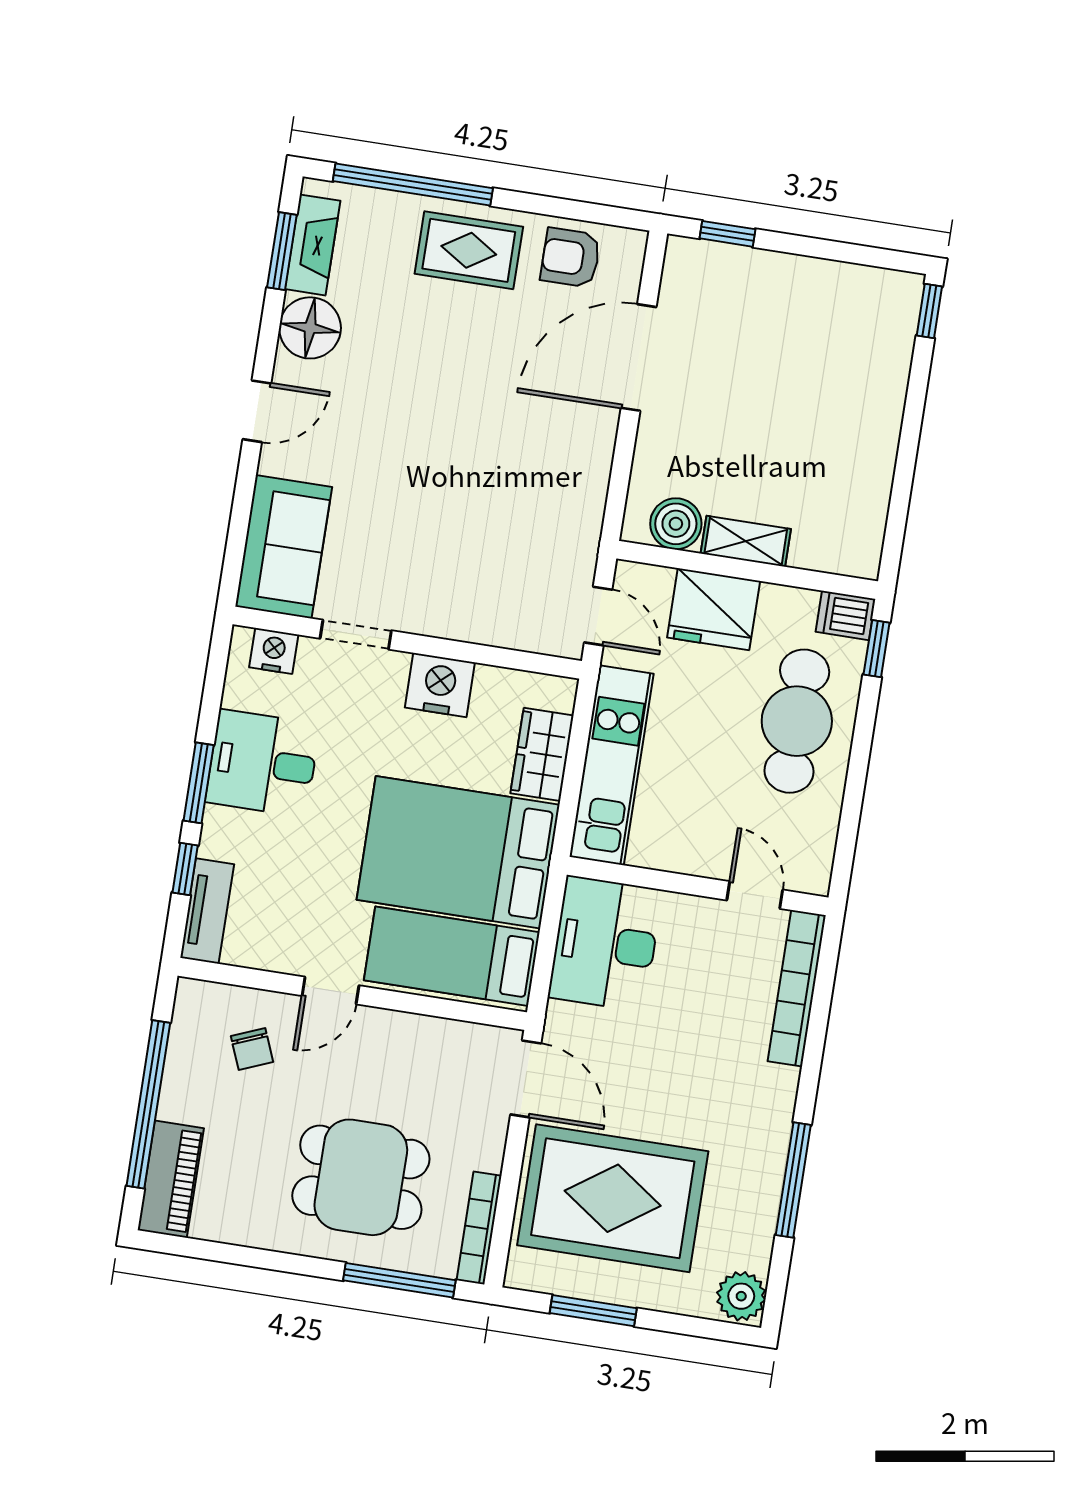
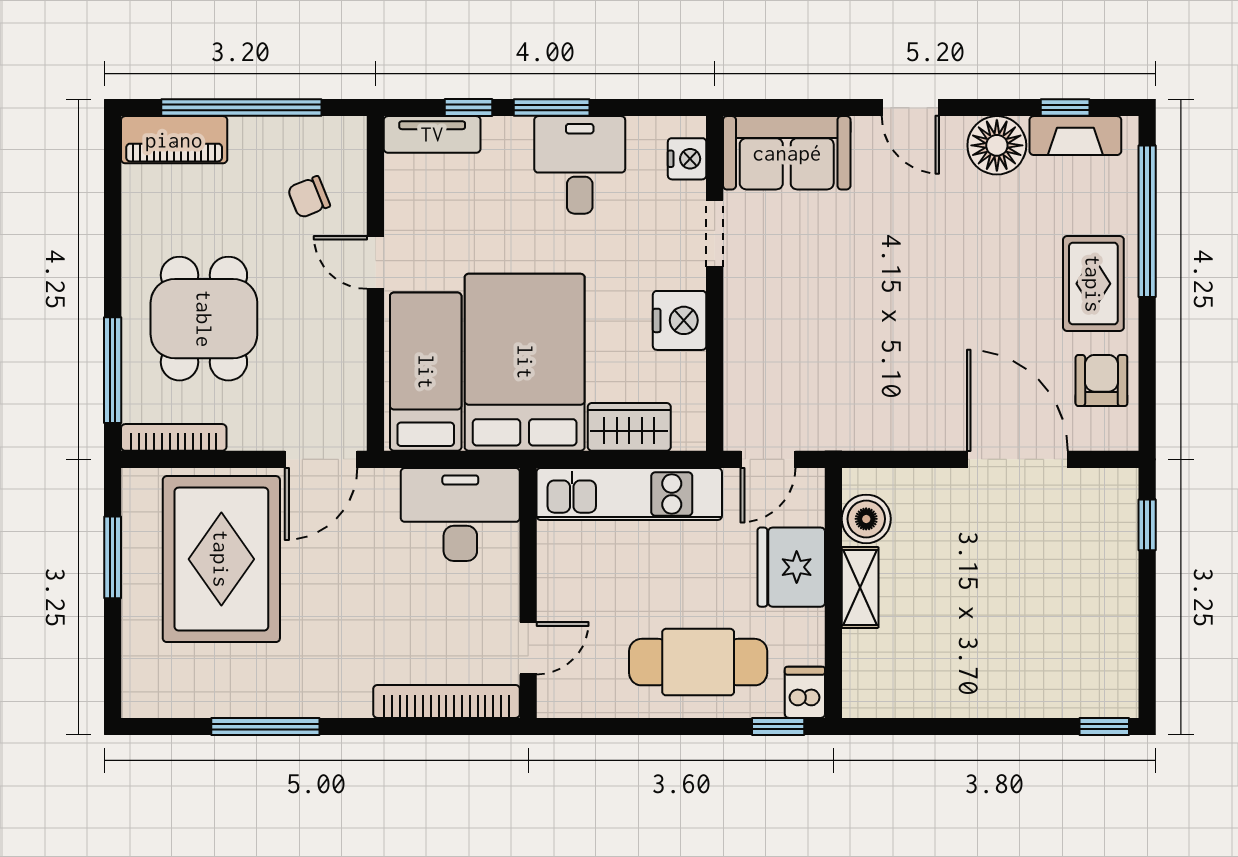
window: (282, 251) -> (1065, 108), width x0.67
plant: (741, 1296) -> (148, 695), removed

